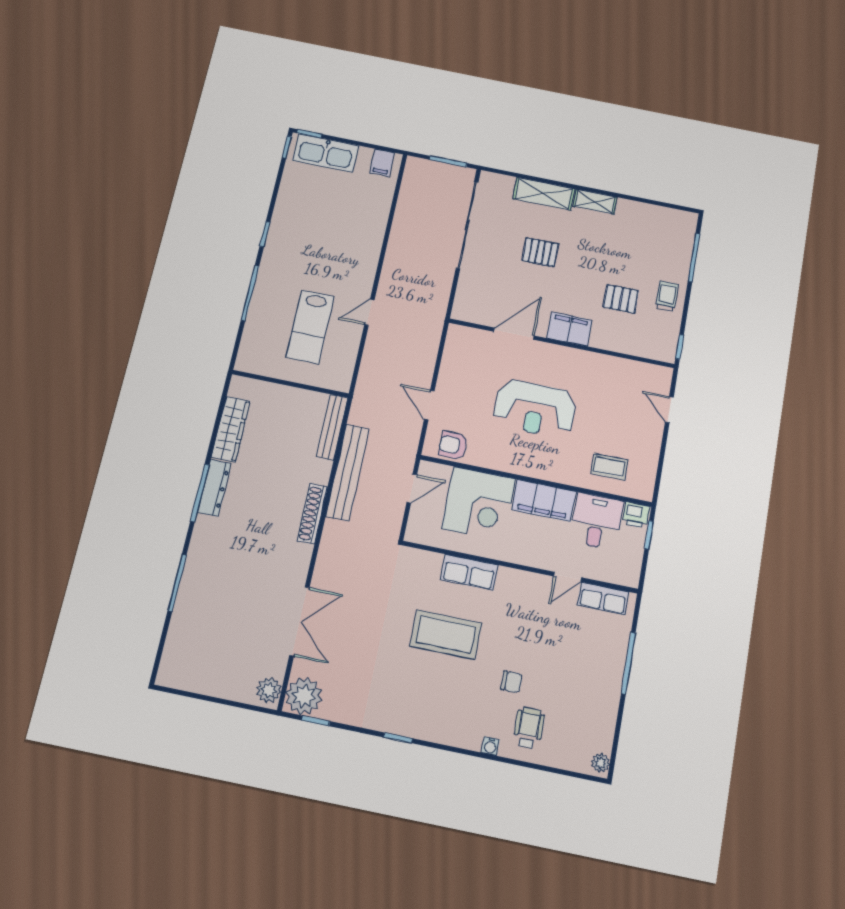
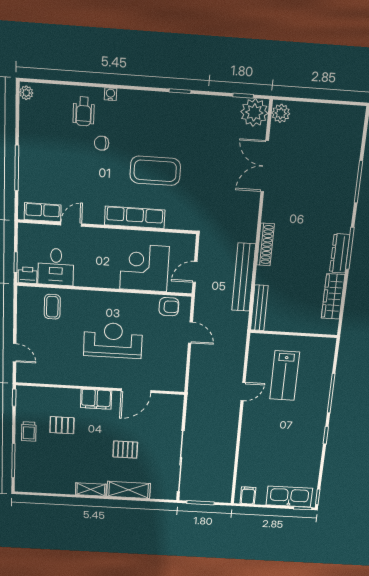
lab bench: (310, 327) -> (285, 376), turned 180
coffee table: (609, 467) -> (52, 307), turned 90
filing cabinet: (544, 500) -> (97, 276), removed
row of seats: (469, 572) -> (135, 217), width x1.48

